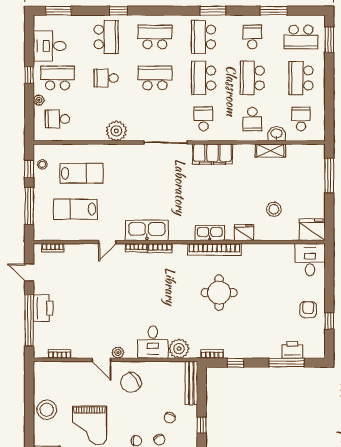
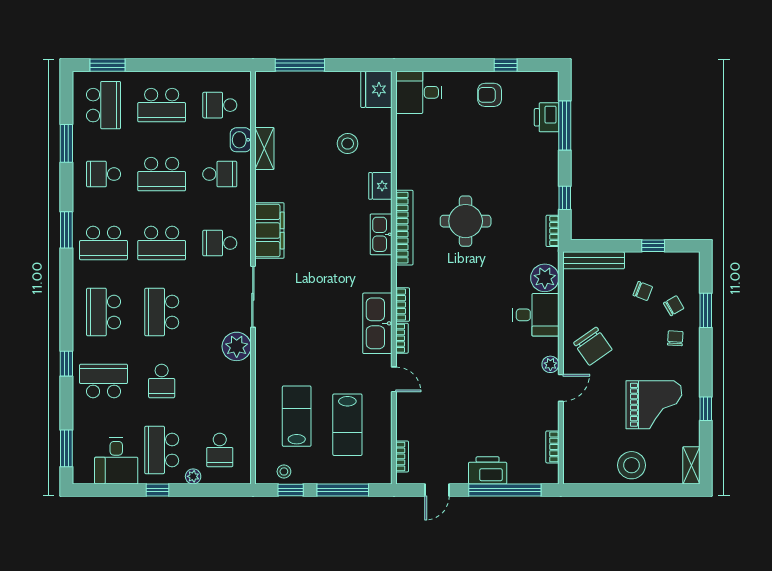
plant: (116, 131) -> (237, 346), moved

